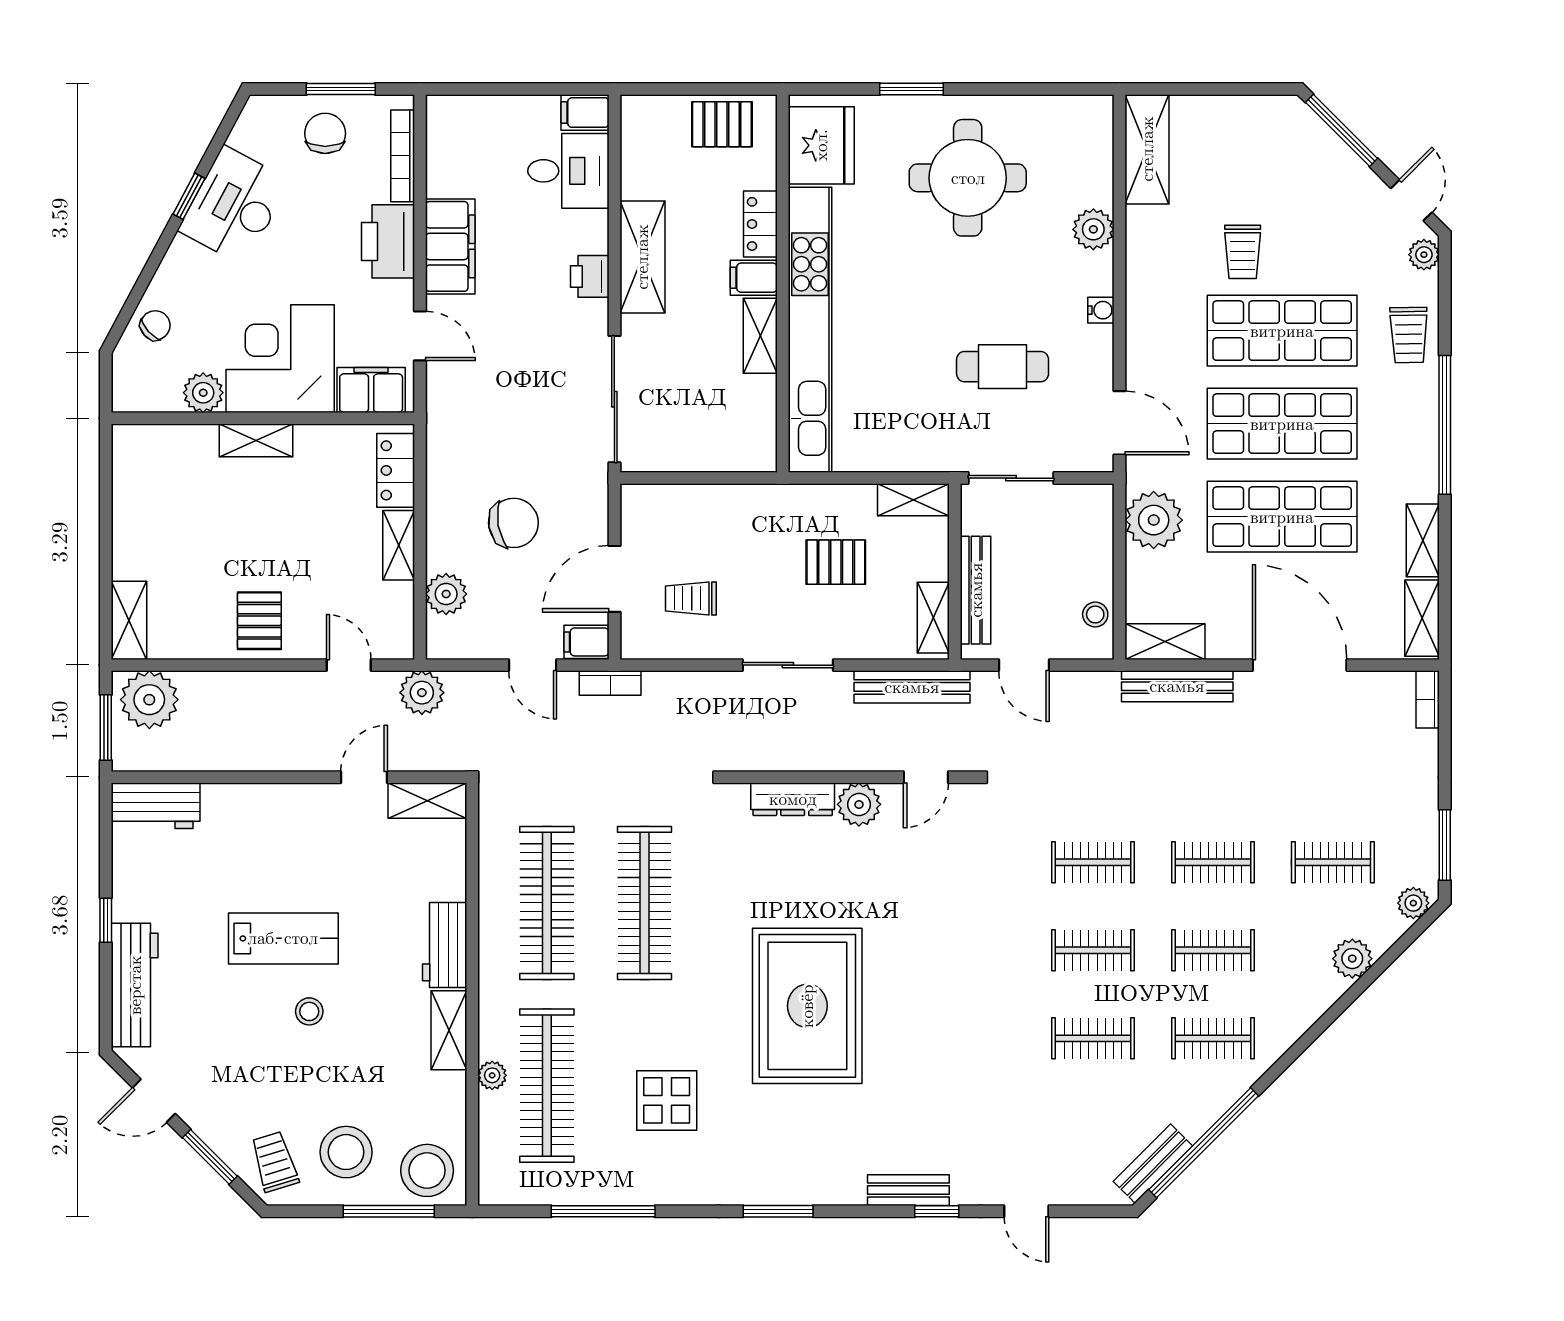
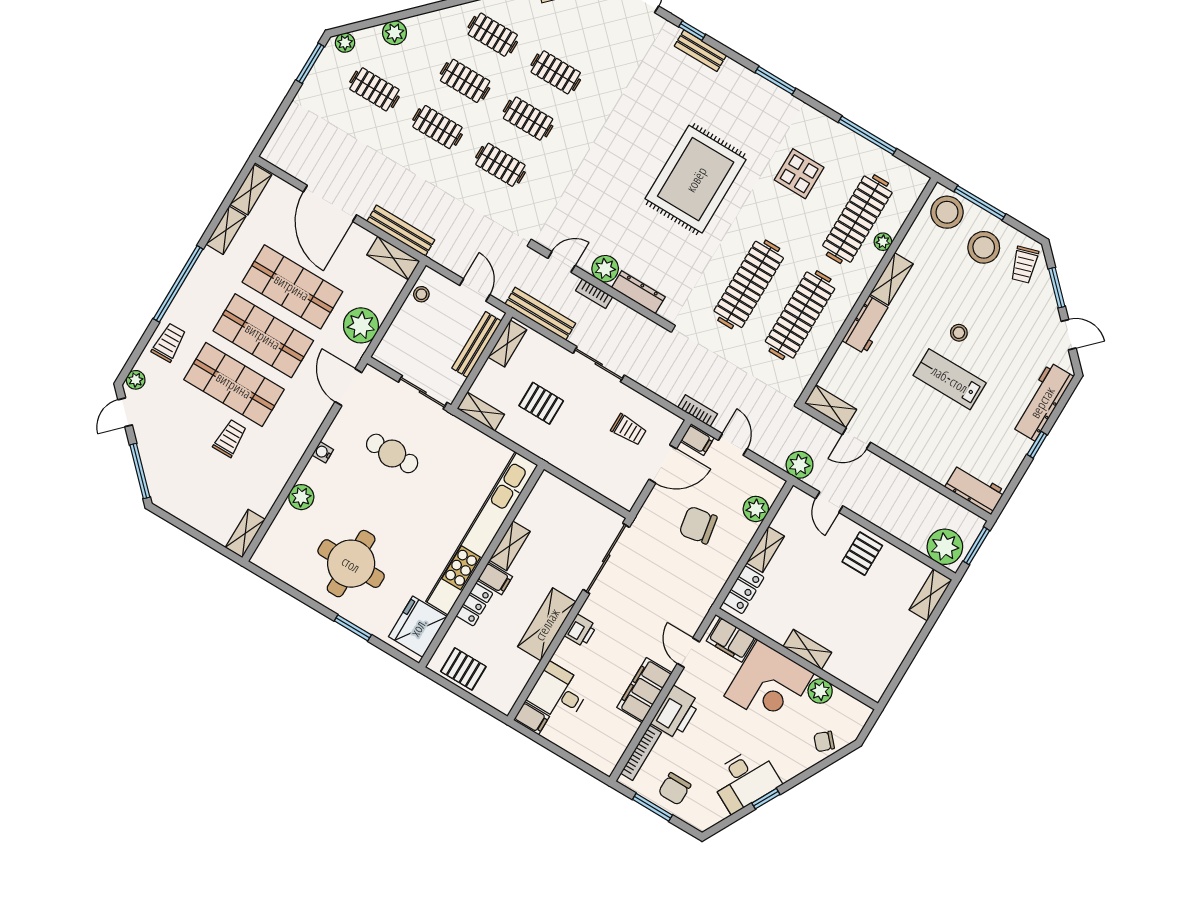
shelving: (1147, 149) -> (245, 533), width x0.67, depth x0.75
bookcase: (1428, 699) -> (594, 294), moved, turned 90

